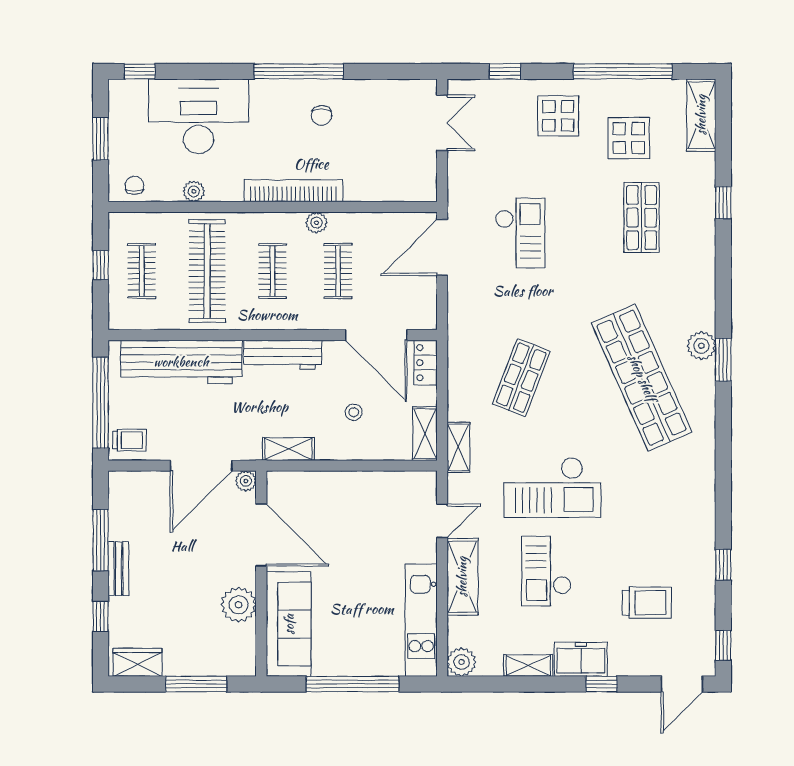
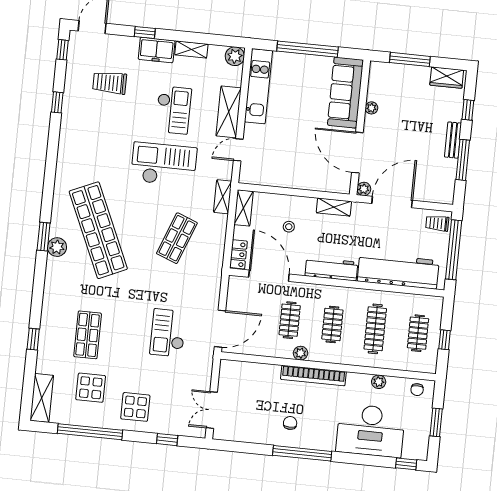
clothes rail: (207, 271) -> (375, 329), width x0.73, depth x0.76
plant: (239, 605) -> (371, 108), width x0.53, depth x0.53

